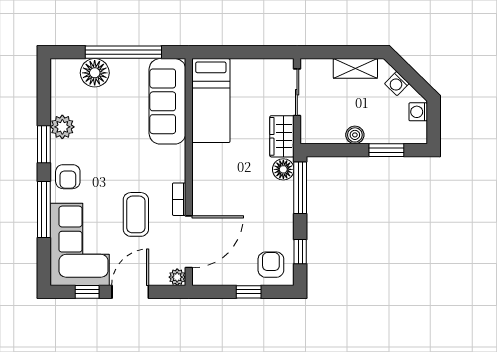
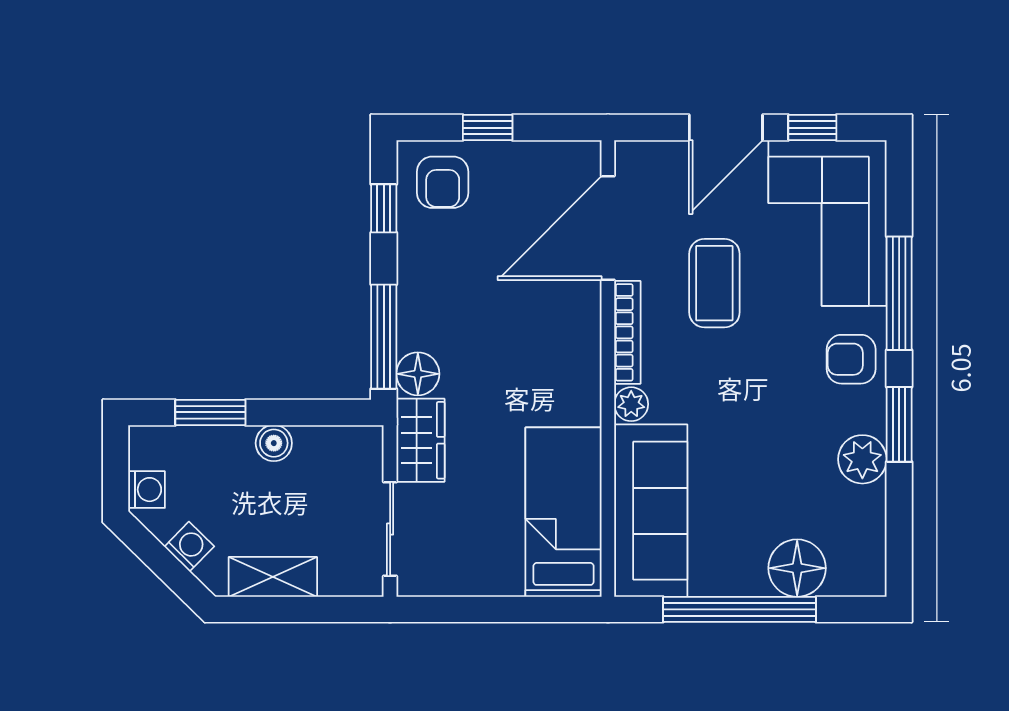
armchair: (68, 177) -> (851, 359), turned -90
bookcase: (179, 199) -> (627, 332), width x1.56
plant: (177, 277) -> (631, 404), moved

